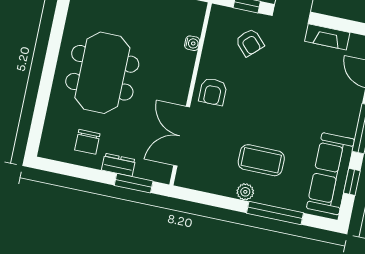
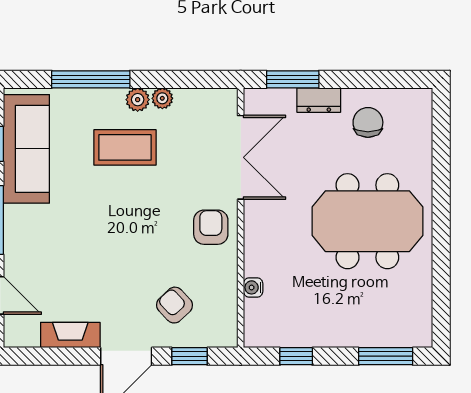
meeting table: (102, 73) -> (367, 221), turned 90
plant: (228, 189) -> (162, 98), added

